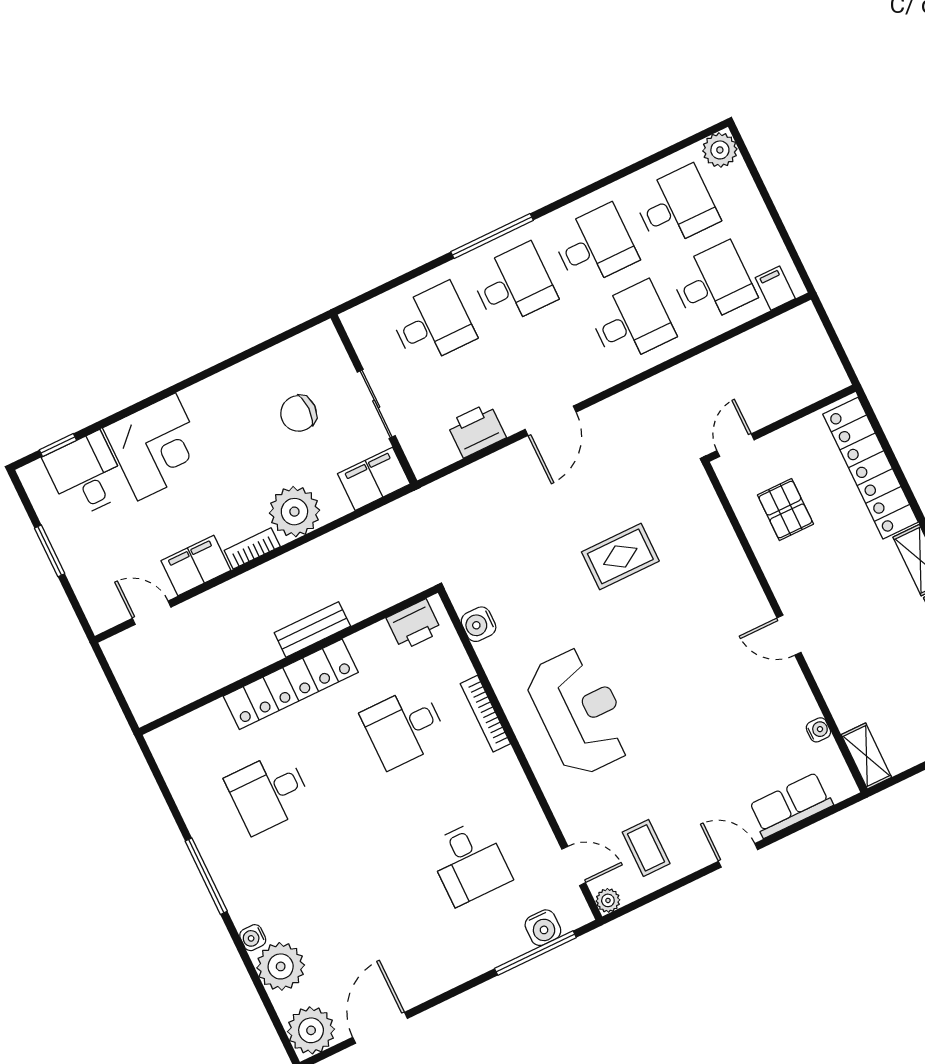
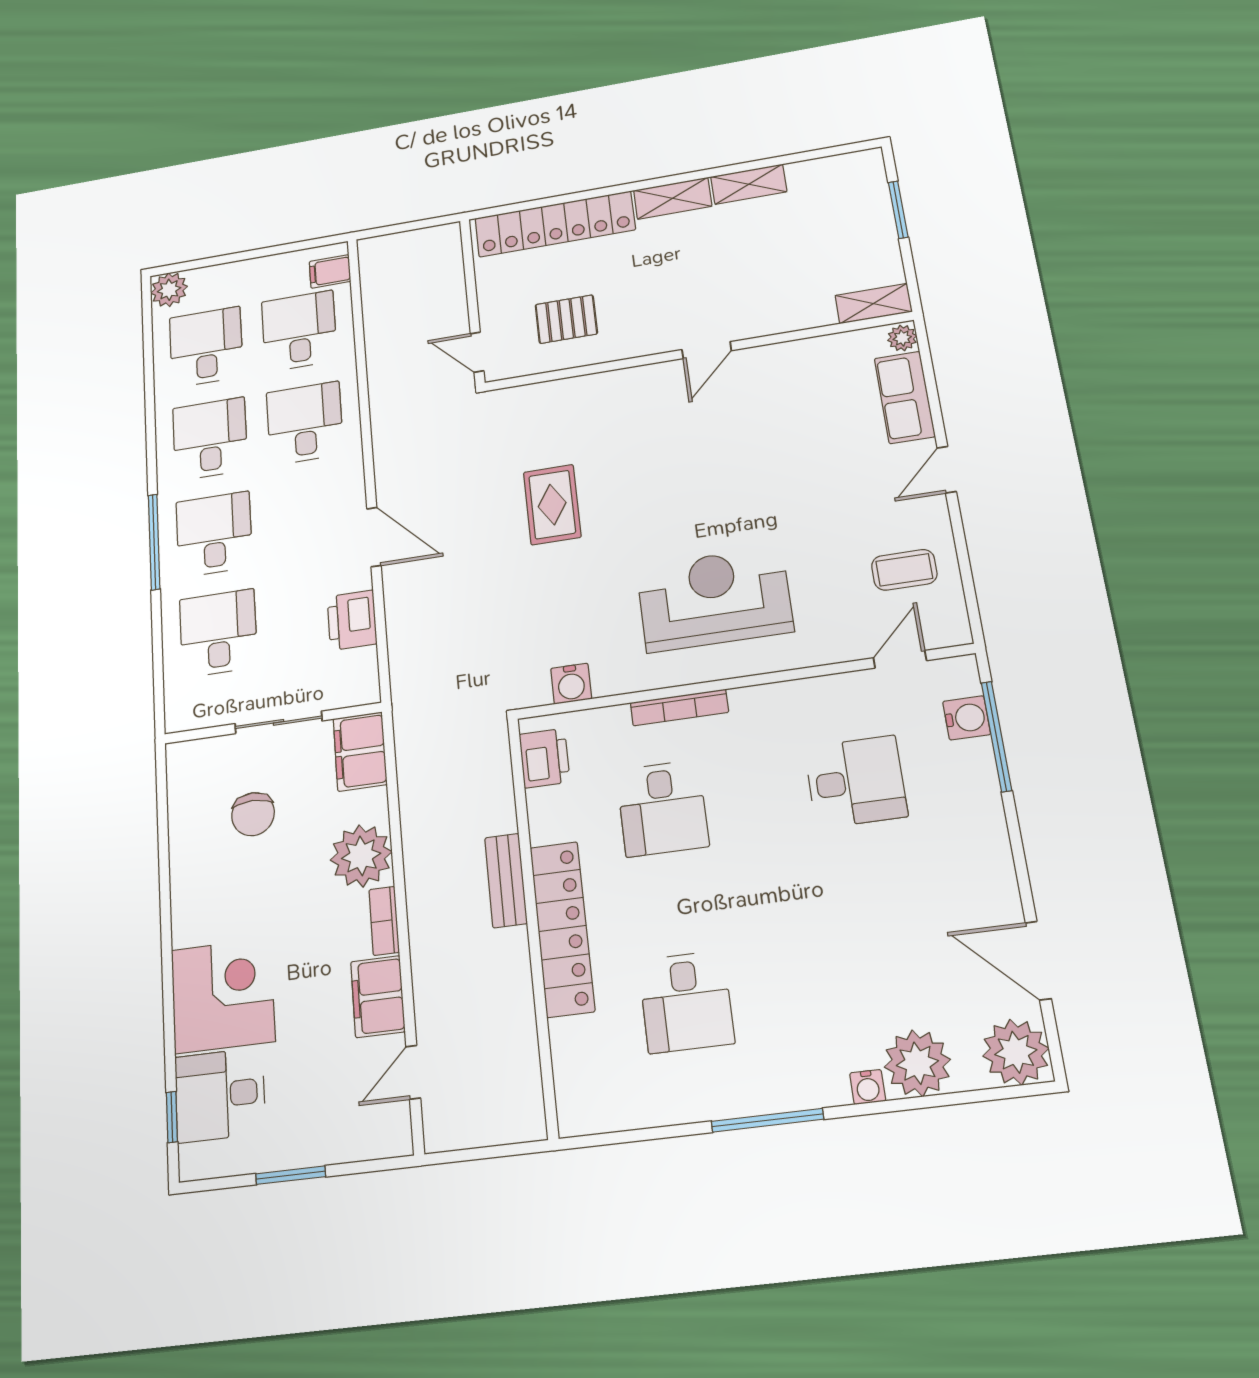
water cooler: (818, 730) -> (826, 346), removed
plant: (608, 900) -> (902, 338), moved

